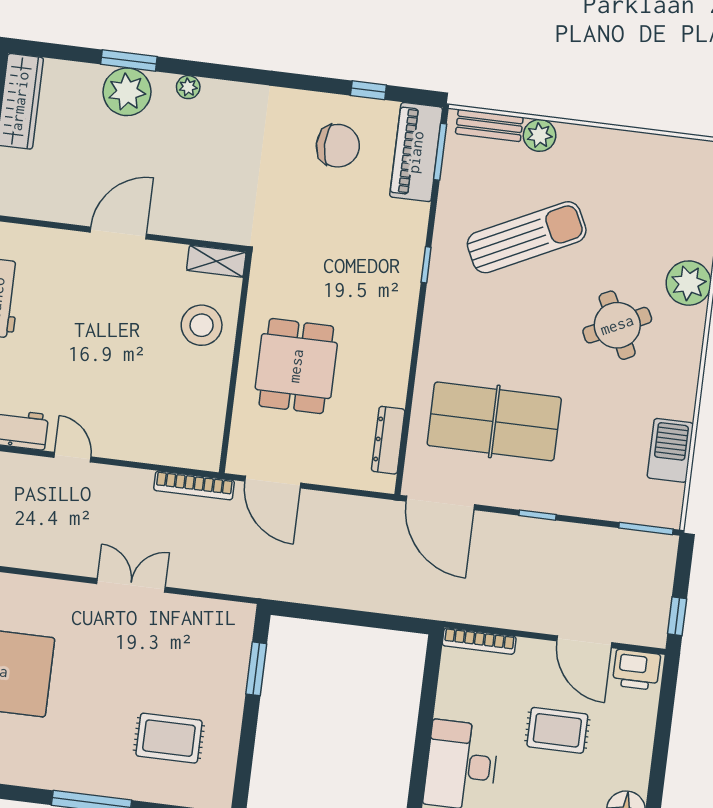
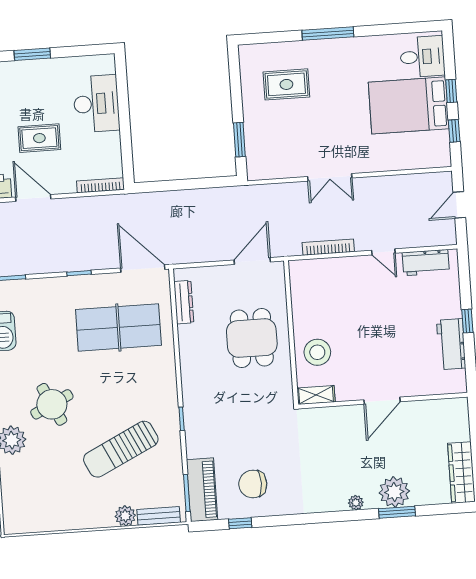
door: (273, 482) -> (252, 261), hinge flipped
bookcase: (194, 485) -> (328, 247), moved

